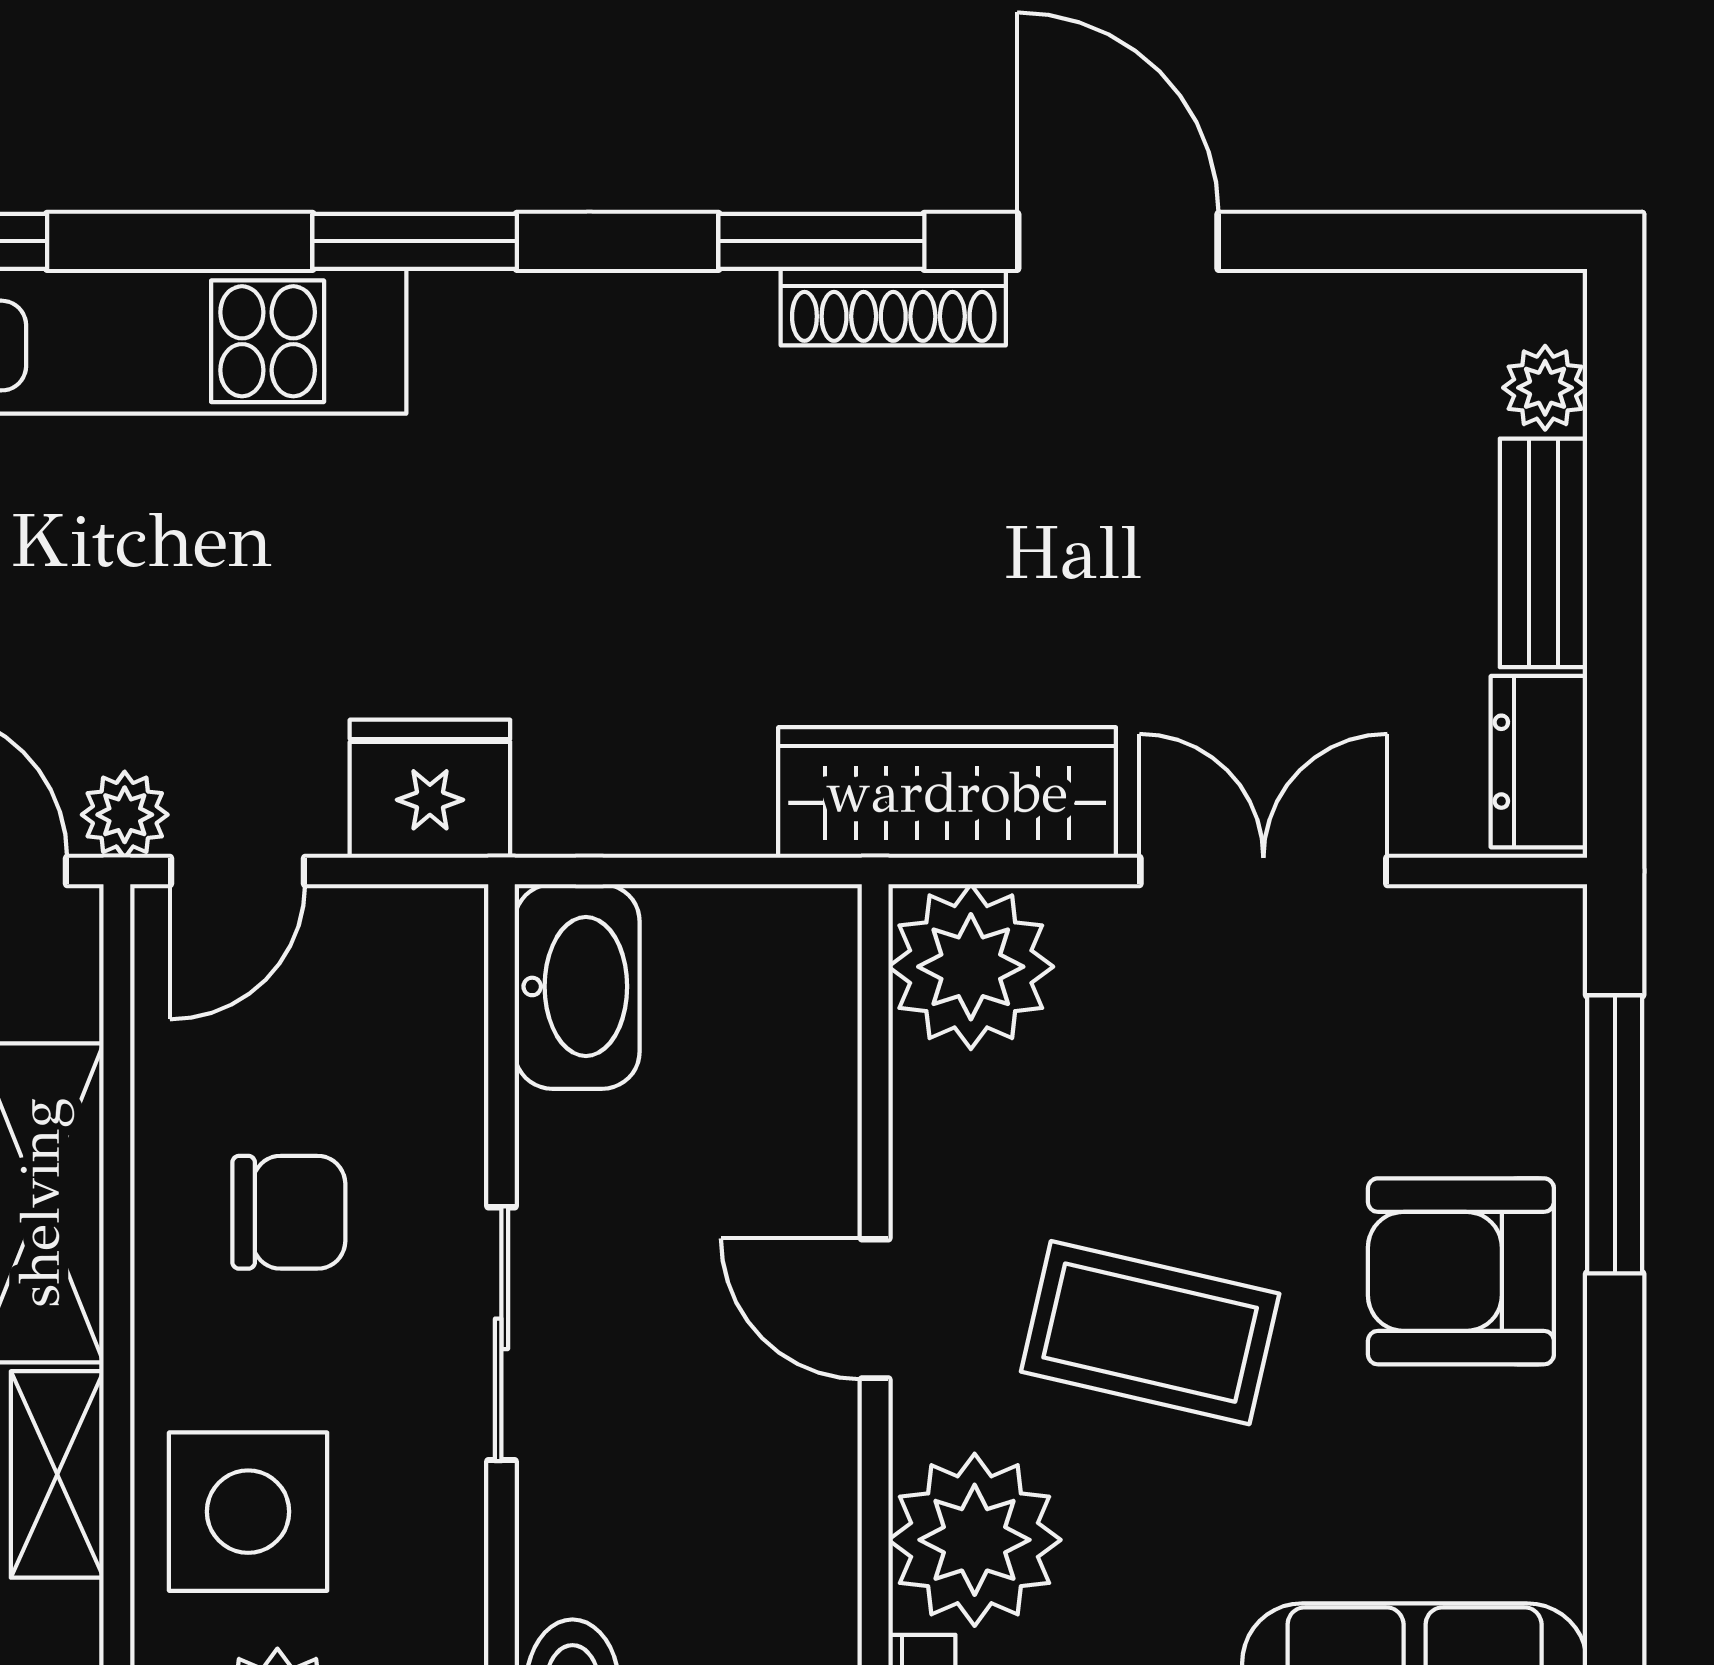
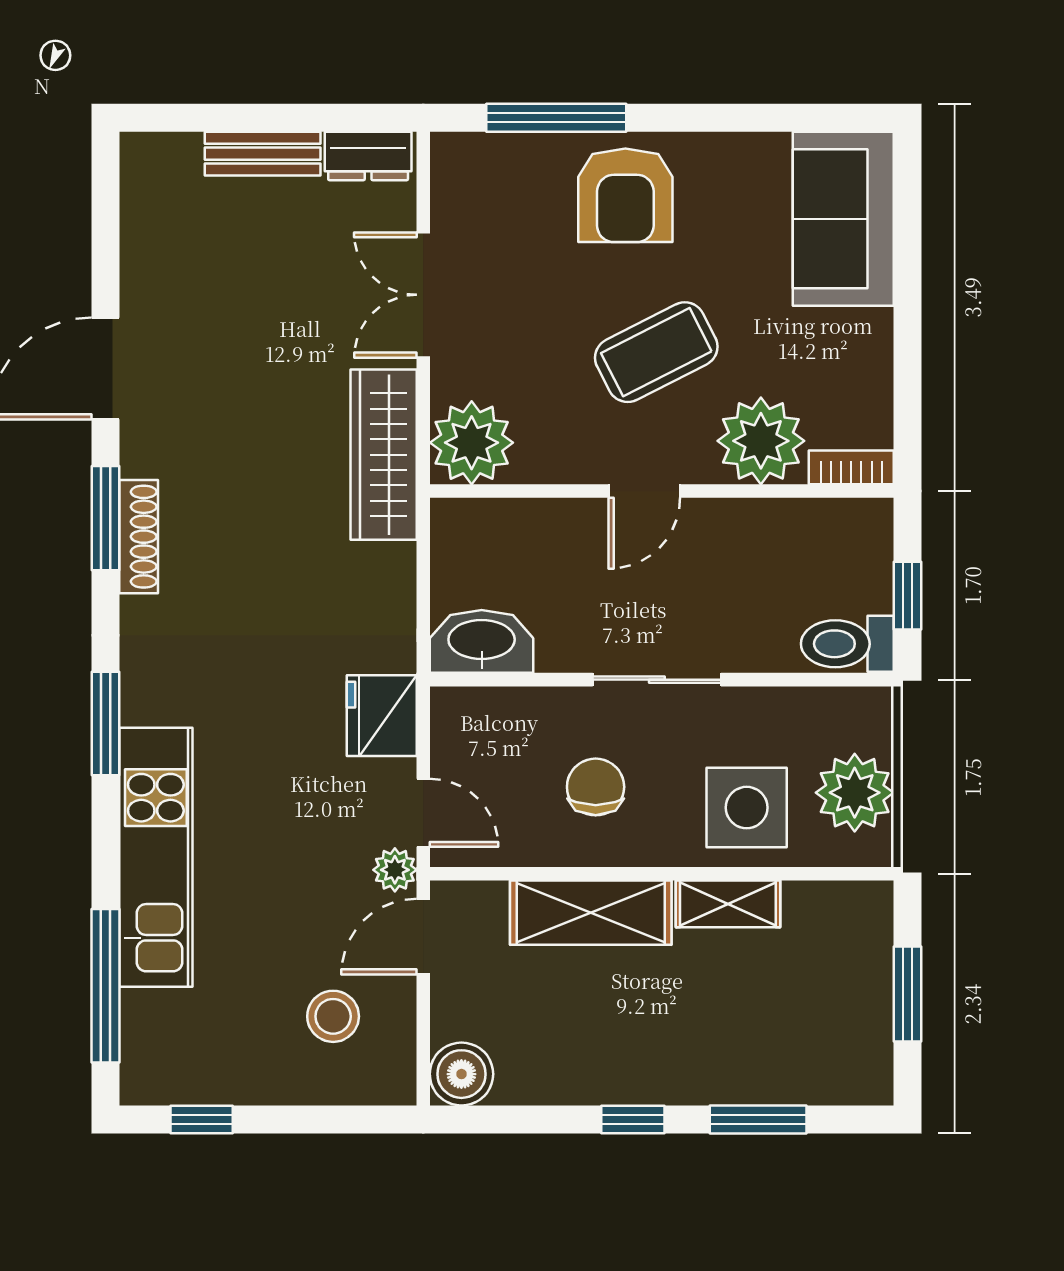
shoe rack: (893, 307) -> (139, 537), moved
plant: (1545, 388) -> (179, 153), removed
coffee table: (1150, 1333) -> (656, 352), turned 50

